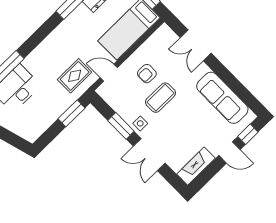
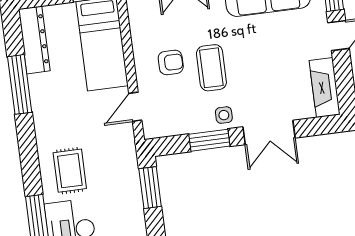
armchair: (147, 74) -> (171, 62), turned -90
rug: (75, 76) -> (70, 171), moved

